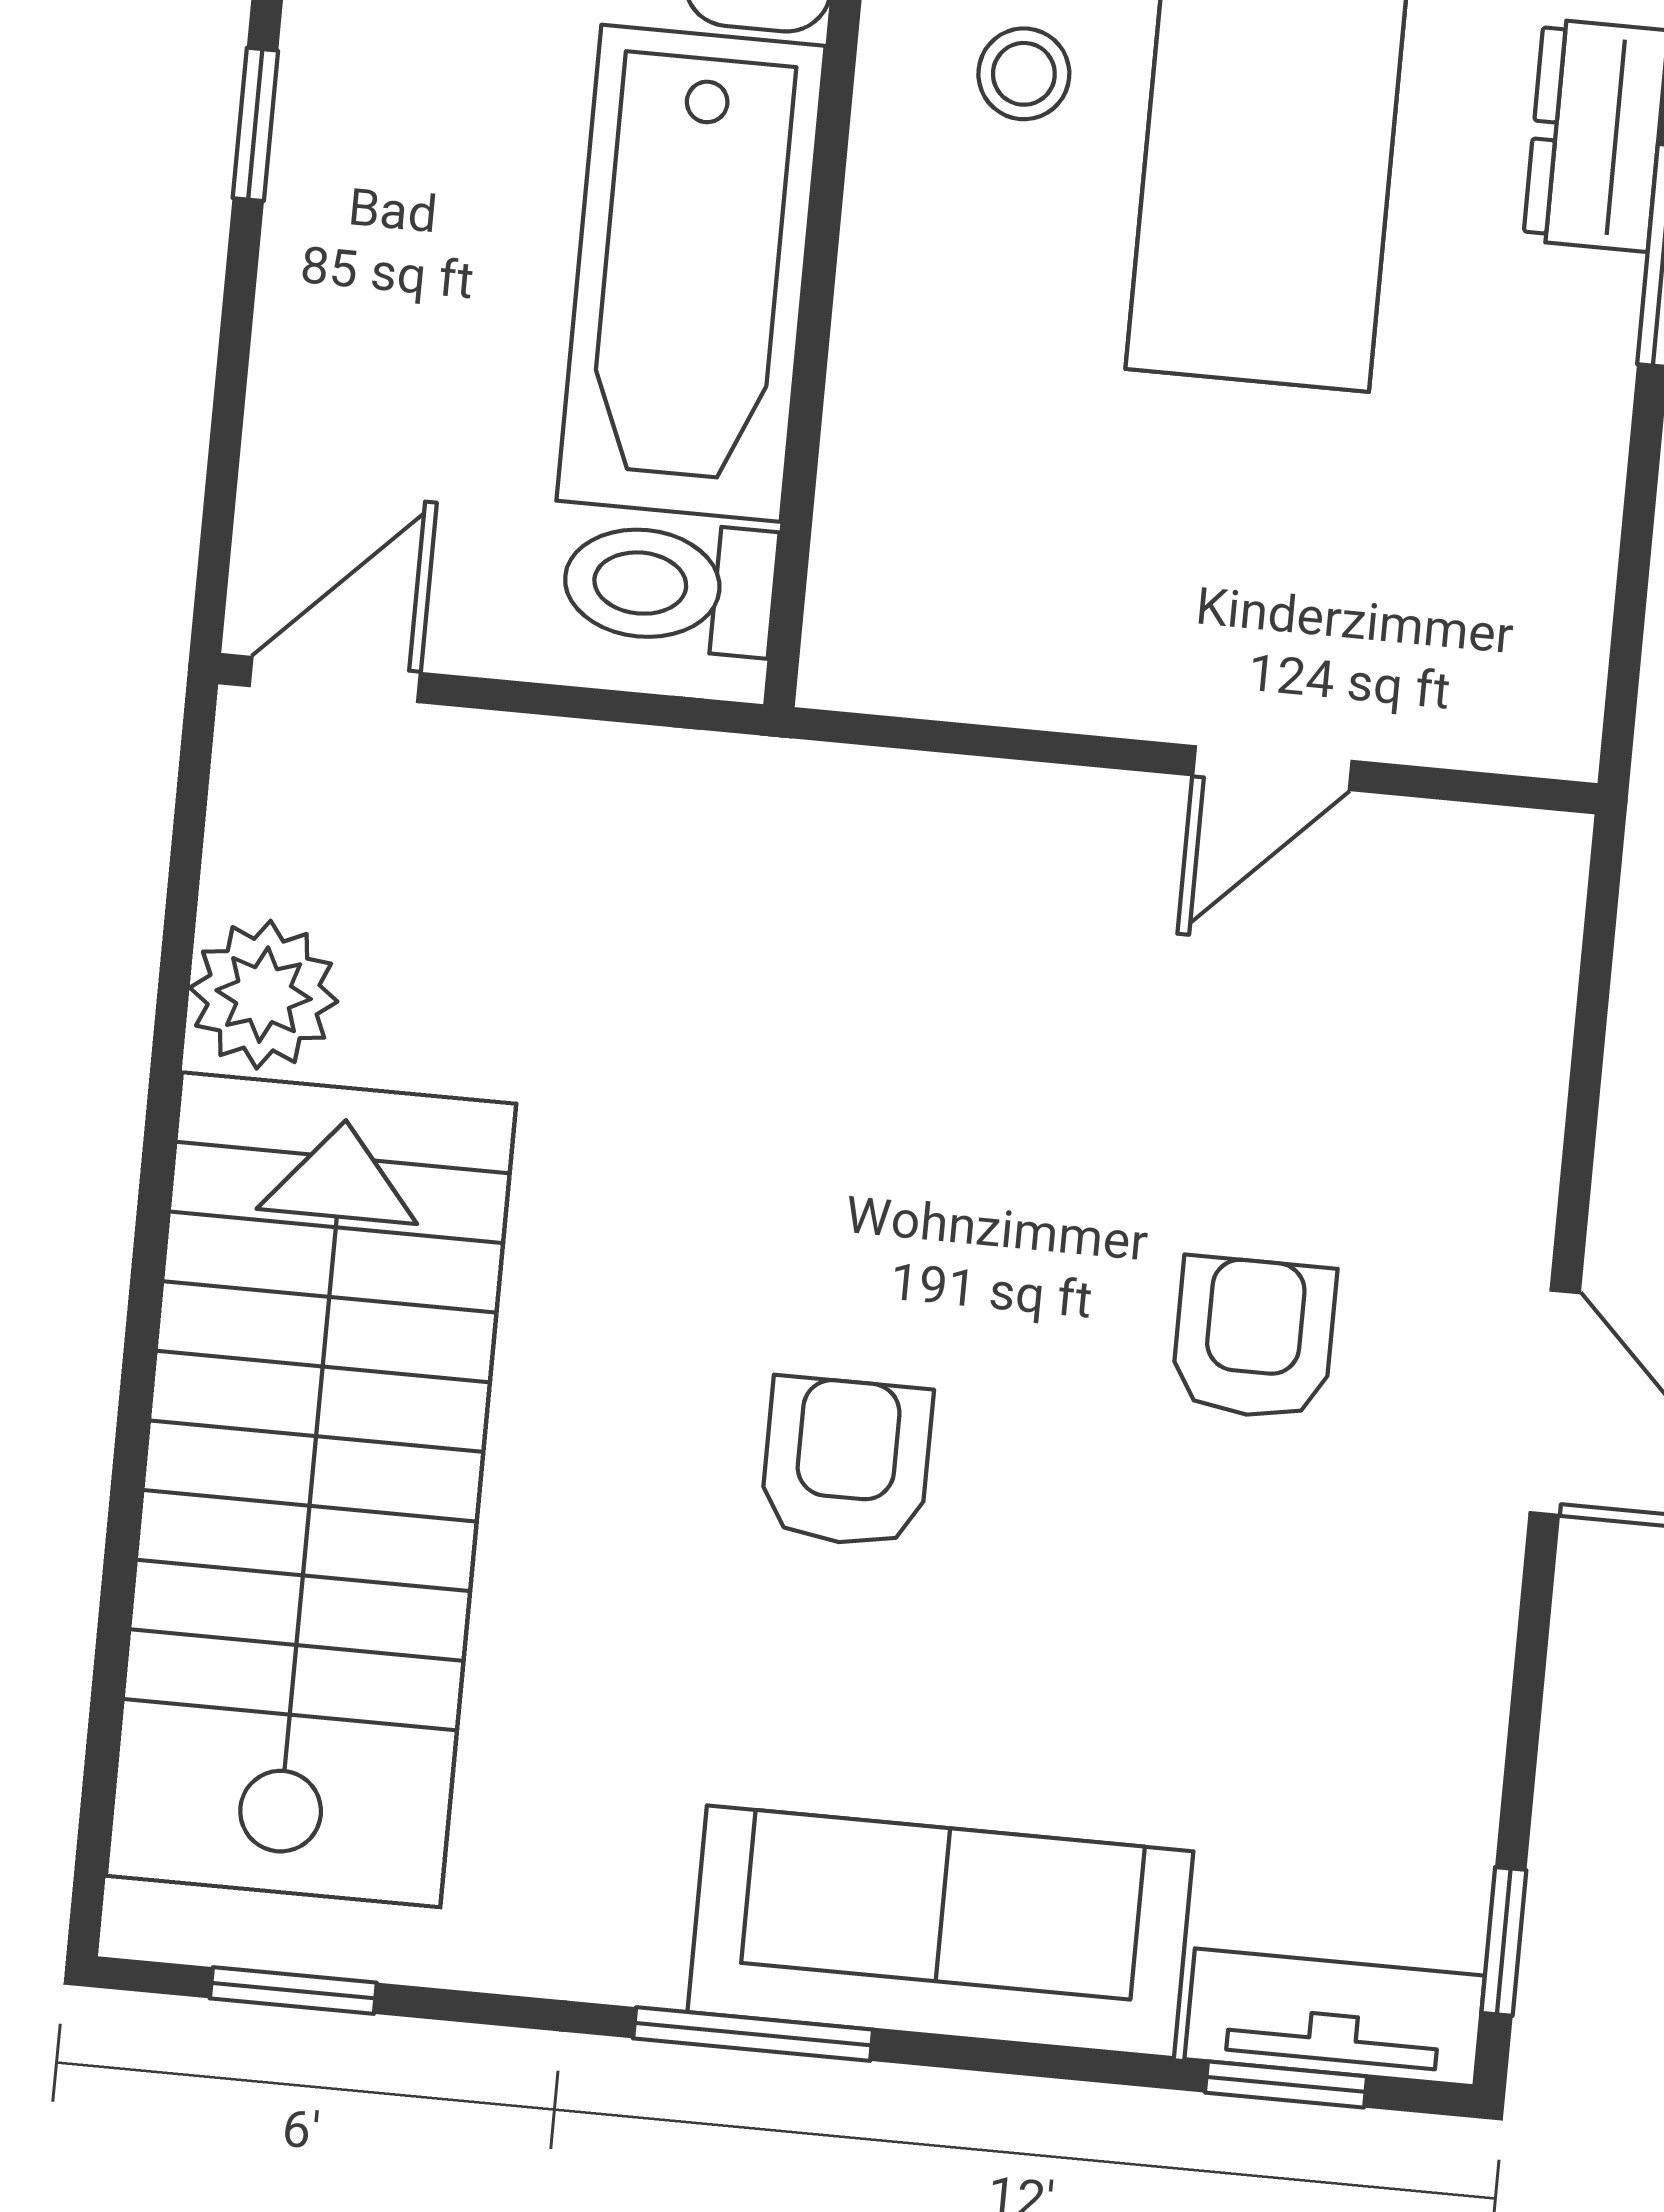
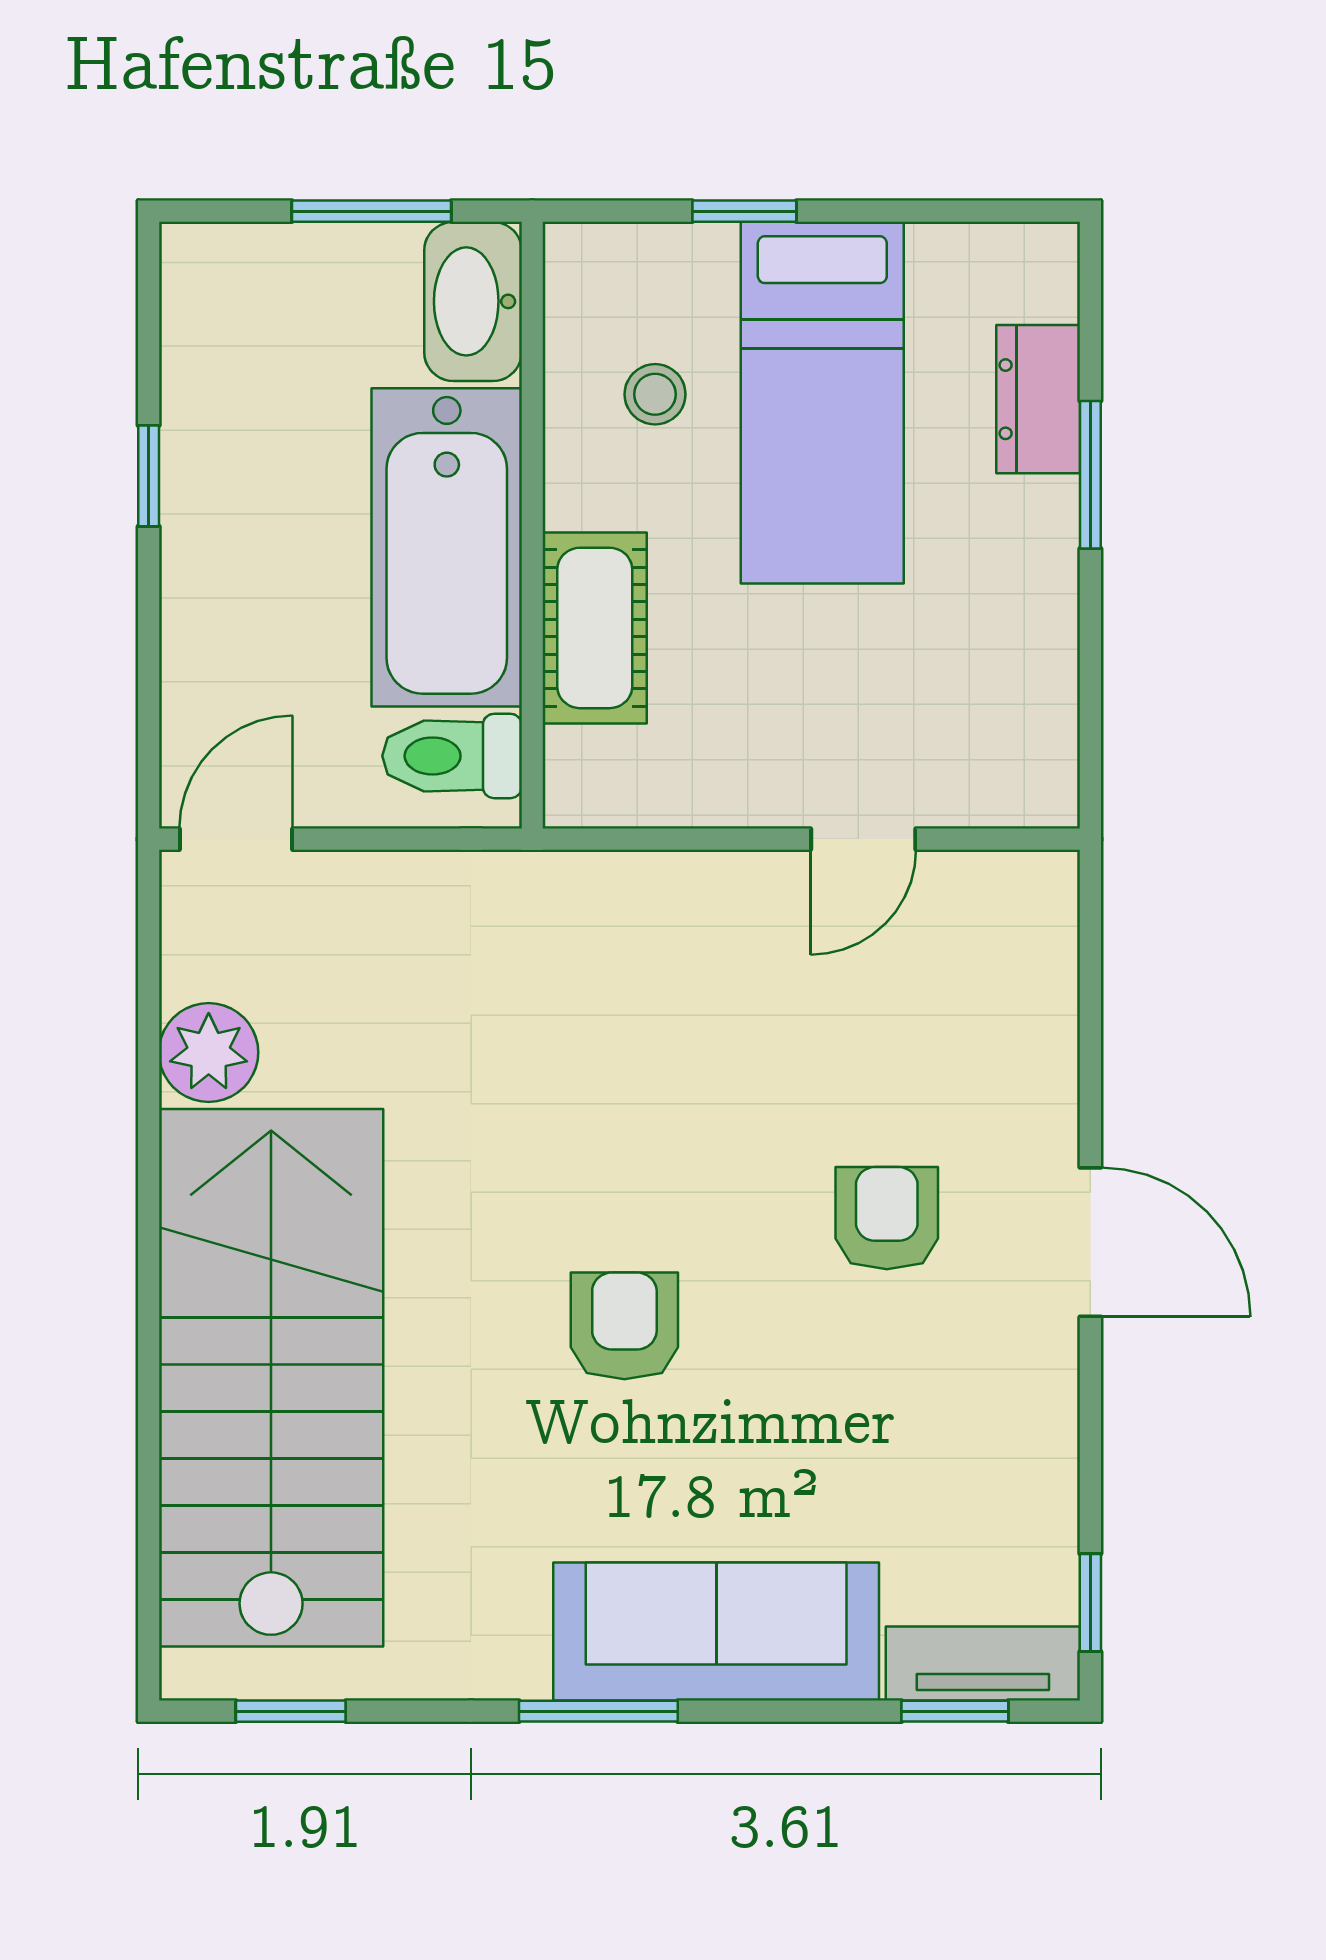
cot: (901, 415) -> (595, 628), added

